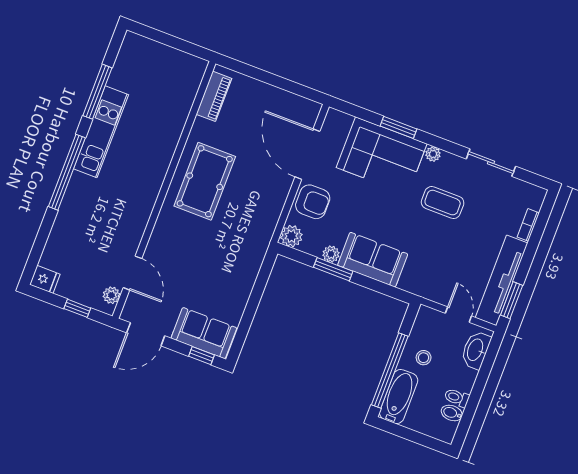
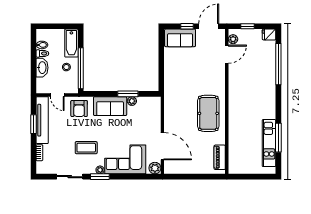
window: (399, 127) -> (100, 177), moved
kitchen unit: (101, 132) -> (269, 143), moved
window: (67, 172) -> (278, 64), moved
armchair: (313, 202) -> (79, 108), moved, turned -90
plant: (291, 236) -> (155, 168), moved
door: (132, 273) -> (227, 54), swing flipped
window: (512, 300) -> (34, 124), moved
washbasin: (476, 350) -> (42, 68), moved
window: (201, 356) -> (187, 26), moved
window: (390, 370) -> (81, 68), moved

